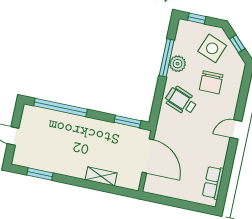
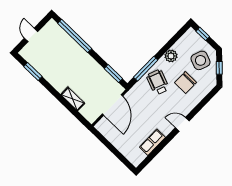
window: (167, 58) -> (146, 69), moved
row of seats: (213, 183) -> (152, 142), moved

